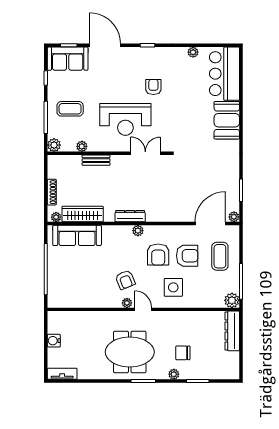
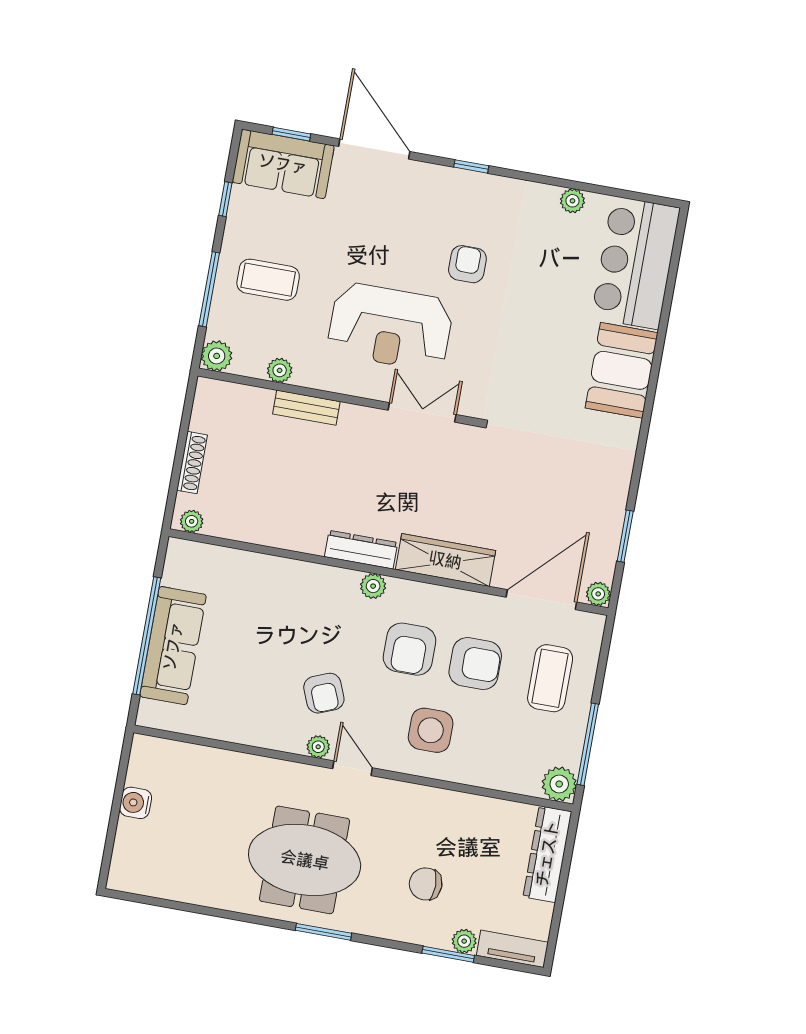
wardrobe: (83, 214) -> (445, 560), moved
sofa: (77, 235) -> (173, 646), moved, turned -90
tv unit: (62, 374) -> (512, 949), moved
plant: (174, 374) -> (464, 941), moved

